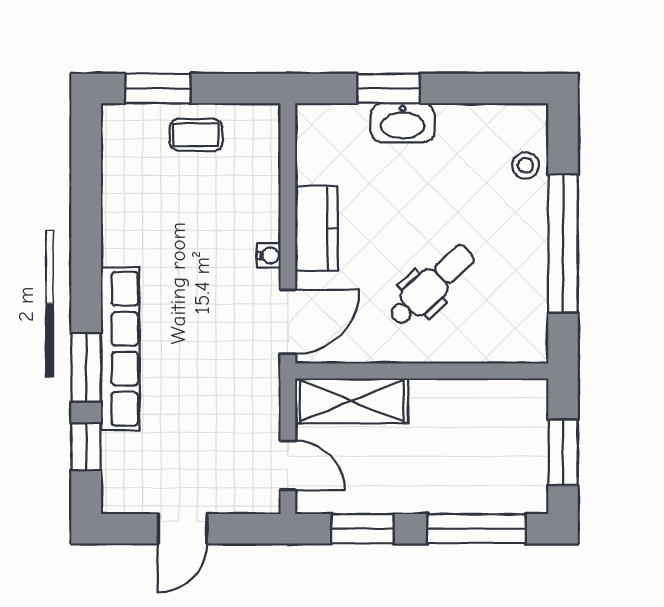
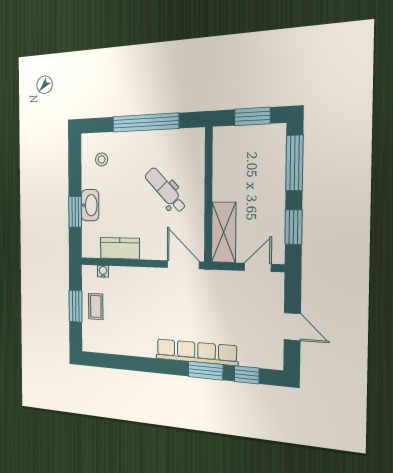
window: (158, 89) -> (76, 306), moved
stool: (525, 165) -> (102, 159), moved
kitchen counter: (316, 228) -> (120, 248), moved
water cooler: (269, 255) -> (103, 271), moved

